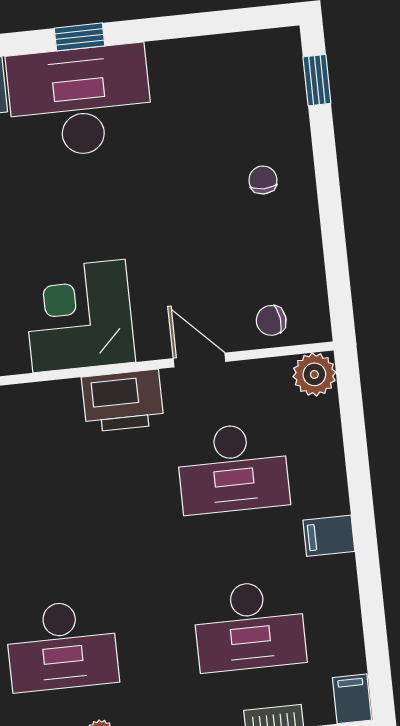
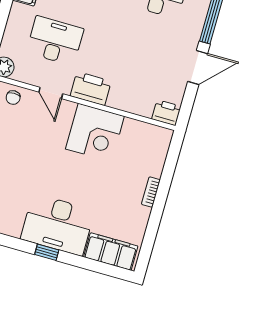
chair: (271, 320) -> (13, 98), turned 97

